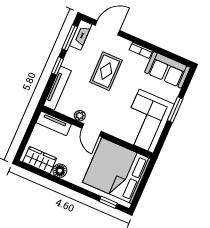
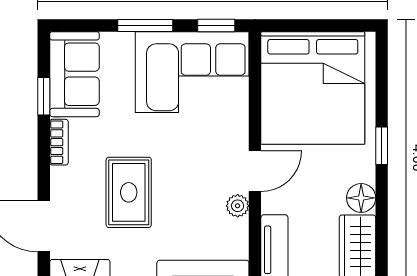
window: (164, 52) -> (44, 96), added
rug: (106, 71) -> (129, 192), turned 90
window: (162, 140) -> (216, 26), added
window: (108, 202) -> (382, 146), moved

